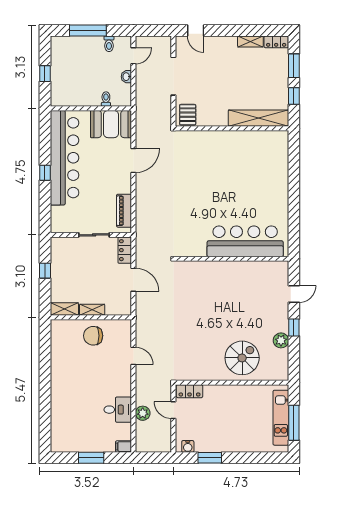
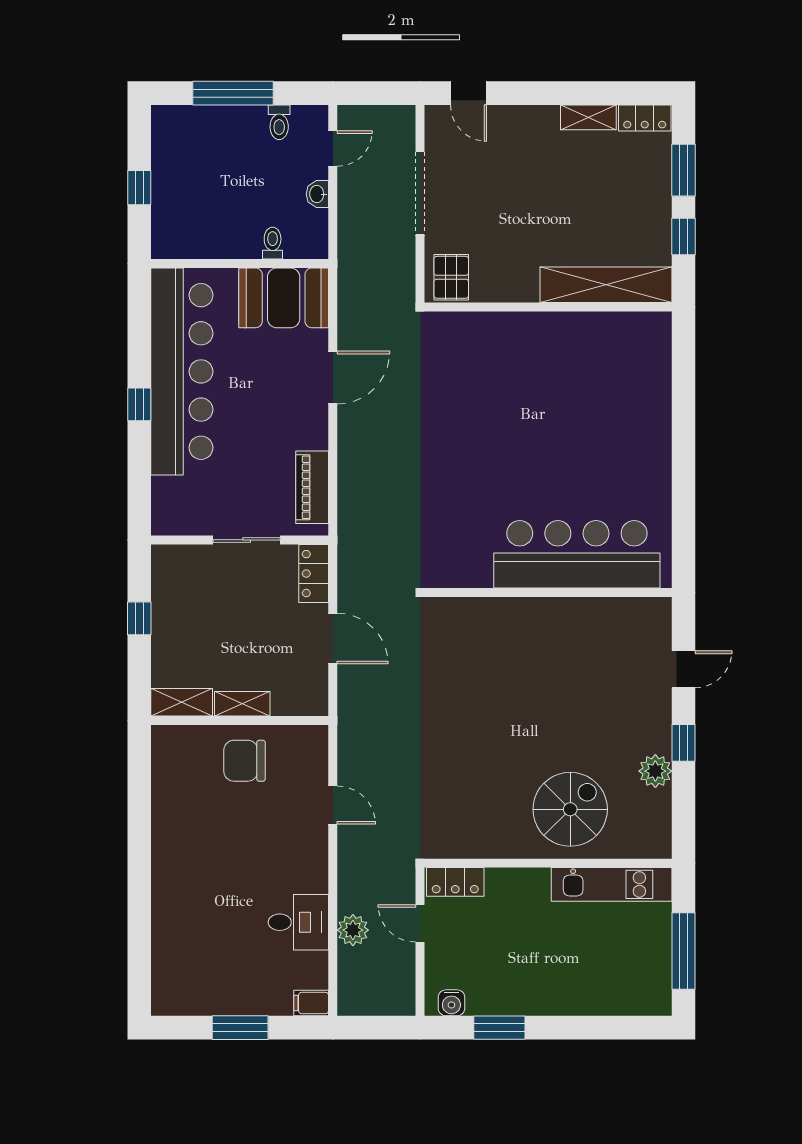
kitchen unit: (281, 418) -> (612, 884), moved, turned -90

